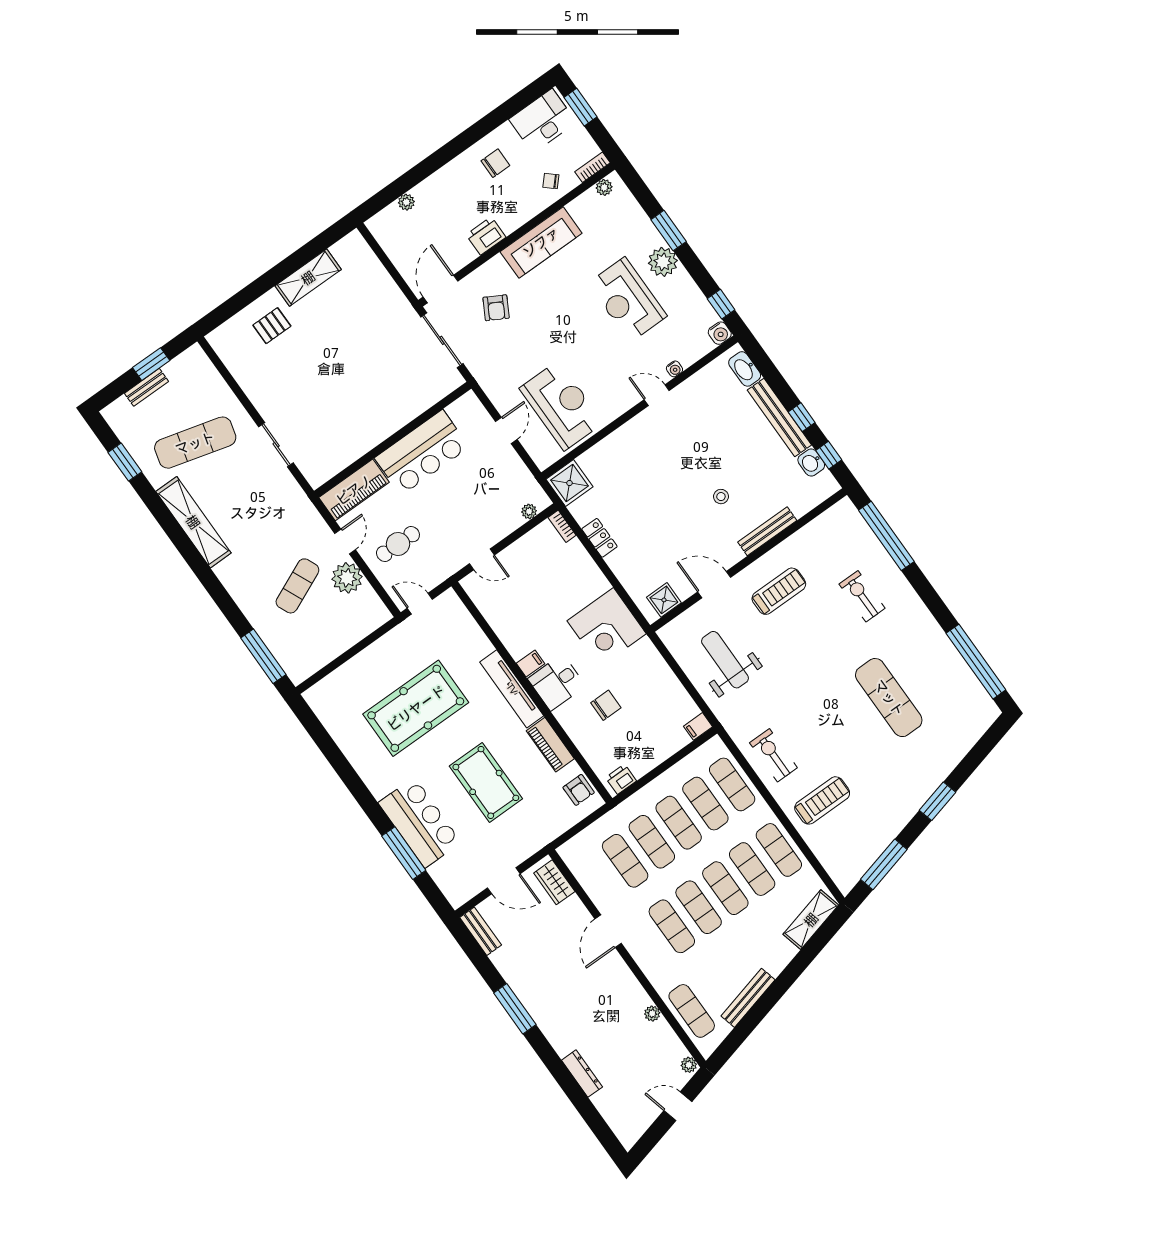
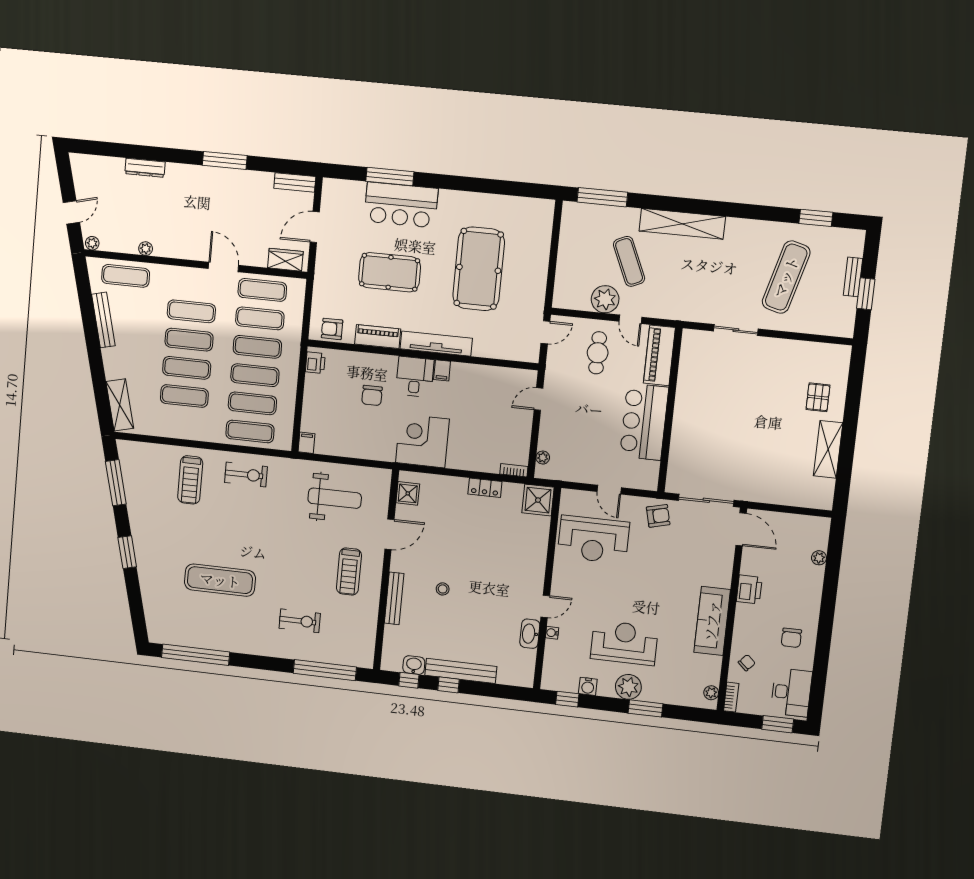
armchair: (496, 308) -> (658, 516), moved, turned 137
water cooler: (720, 333) -> (588, 686), moved, turned -90
washbasin: (745, 369) -> (530, 634), moved, turned -90
shelving: (193, 522) -> (682, 224), moved
exercise mat: (779, 850) -> (262, 290), moved

